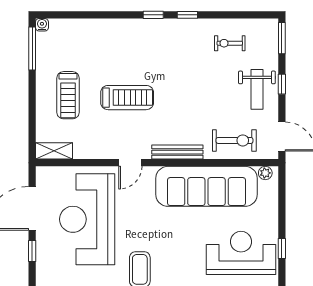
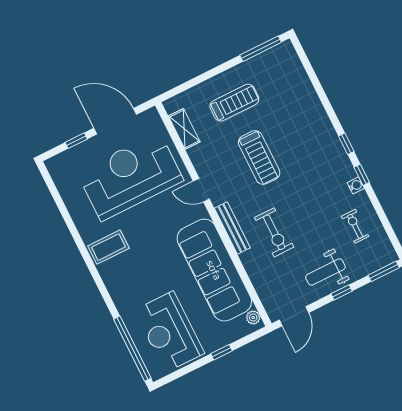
water cooler: (42, 25) -> (356, 185), moved
treadmill: (68, 95) -> (234, 103), turned 180
exercise bike: (234, 140) -> (274, 232), moved
shelving: (54, 151) -> (184, 129), moved
window: (282, 249) -> (221, 352), moved
reception desk: (241, 253) -> (169, 332), turned 180

